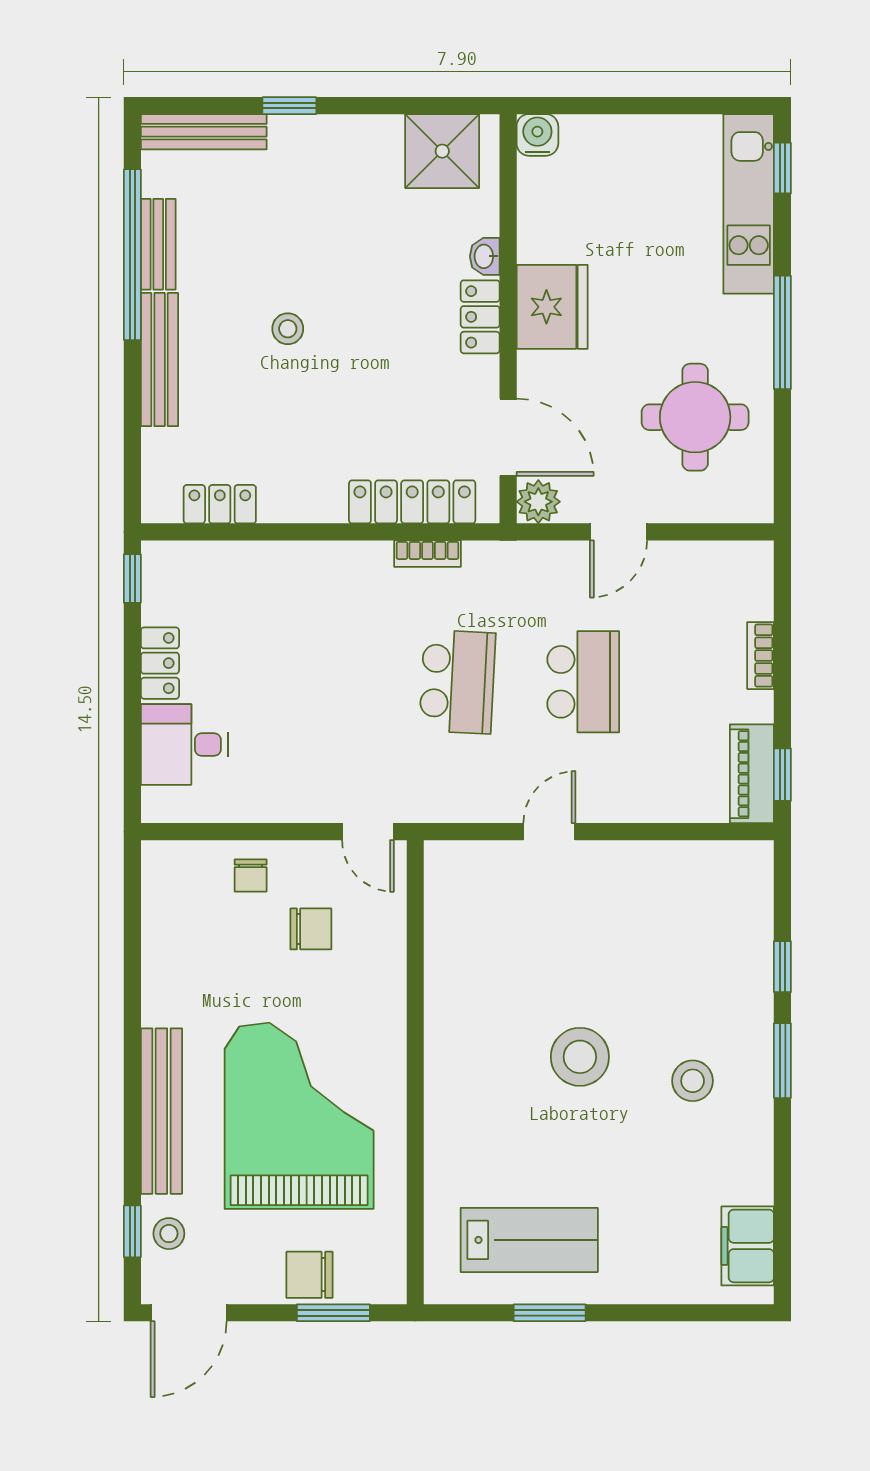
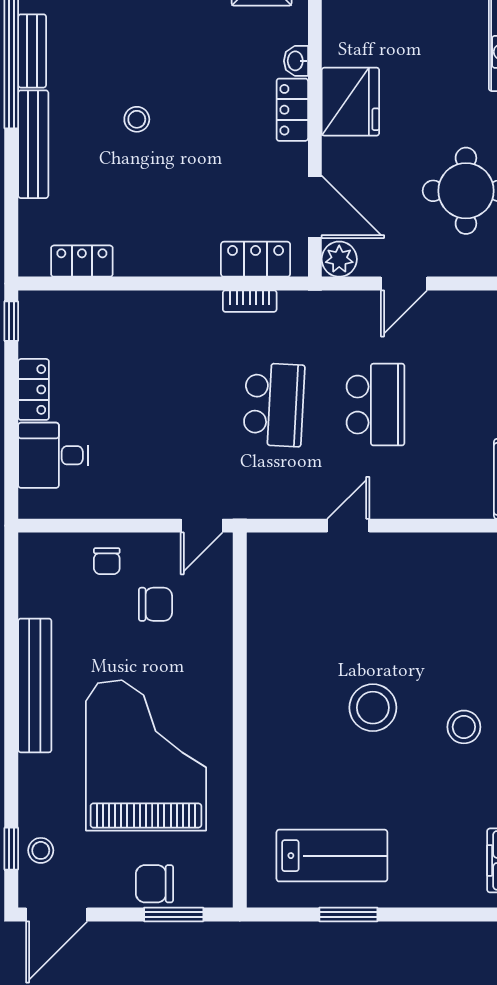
locker: (412, 502) -> (256, 259), width x0.66
door: (368, 832) -> (202, 526), hinge flipped
bench: (161, 1111) -> (35, 685), moved

